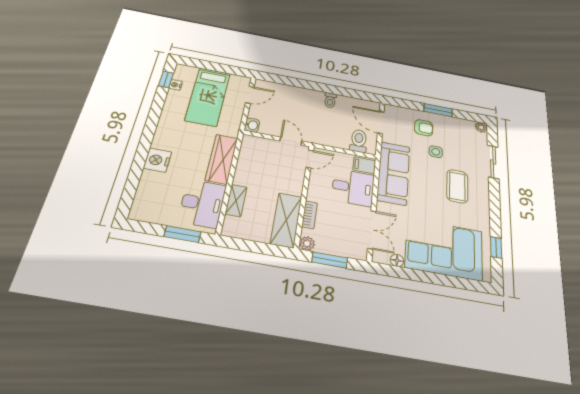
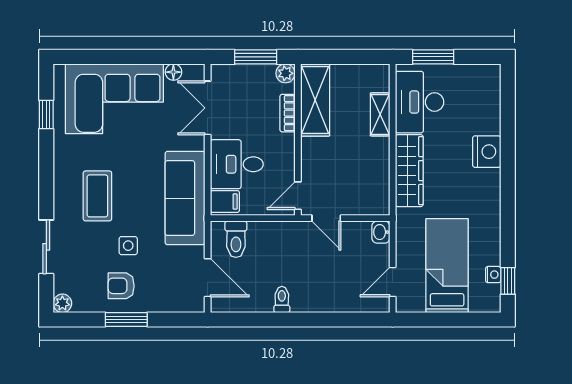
armchair: (424, 128) -> (121, 286), moved

